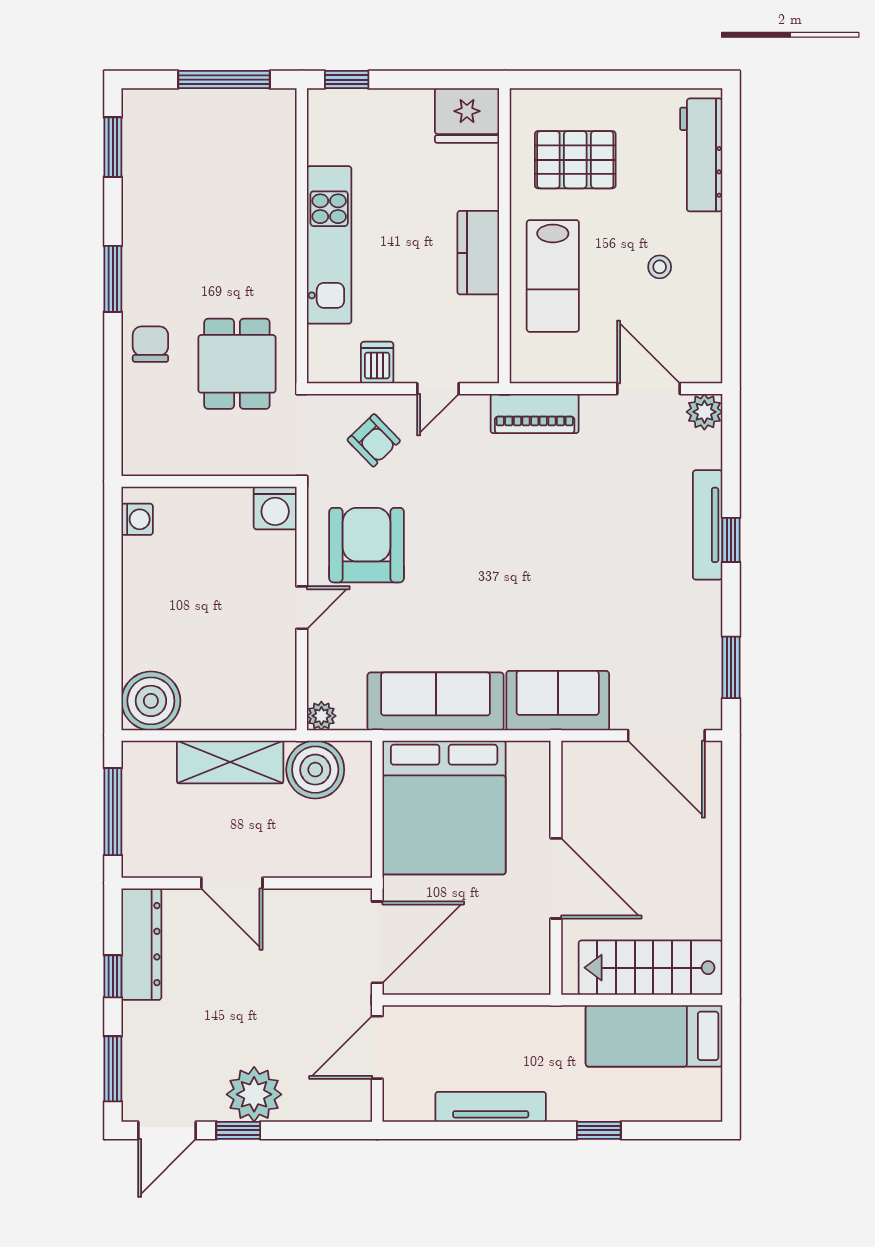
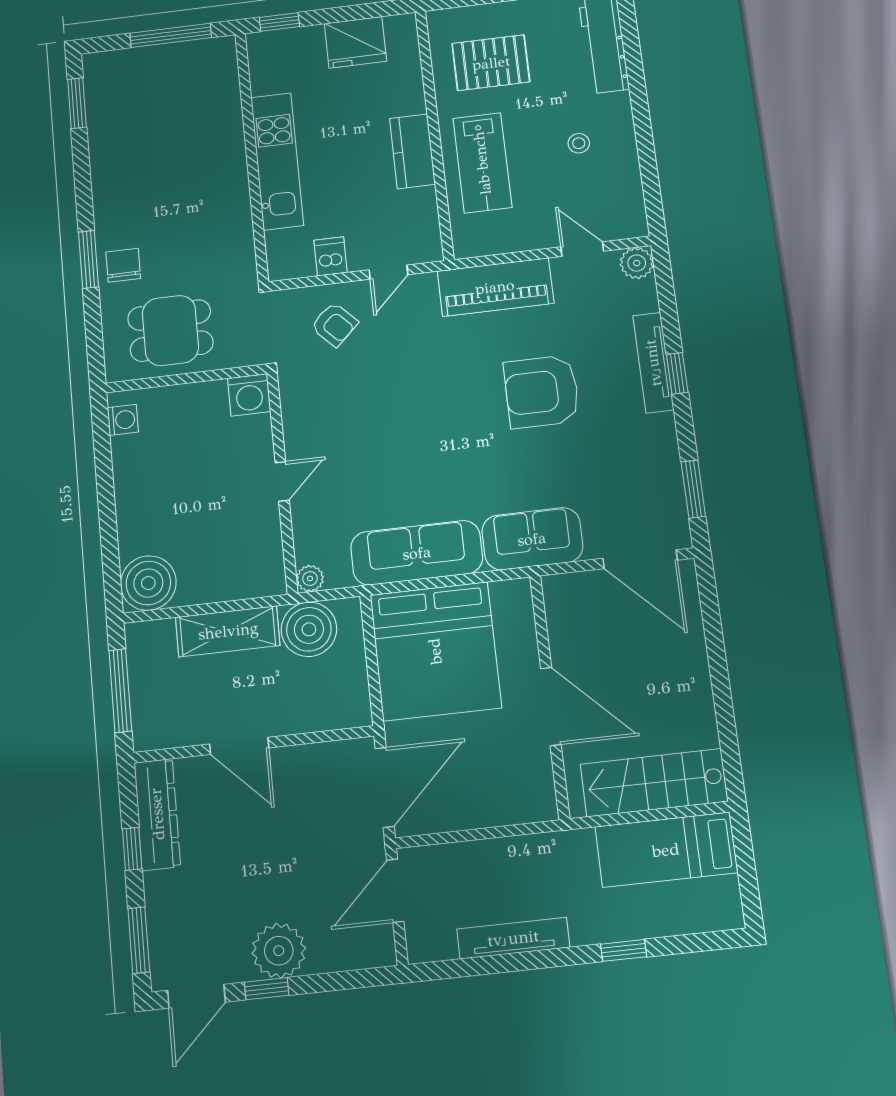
fridge: (467, 115) -> (355, 42), moved
window: (113, 279) -> (89, 259), moved
dining table: (237, 364) -> (170, 331), moved, turned 90
door: (648, 389) -> (582, 249), width x0.73
piano: (535, 414) -> (495, 287), width x1.37, depth x1.33
armchair: (367, 545) -> (542, 392), moved, turned -90

